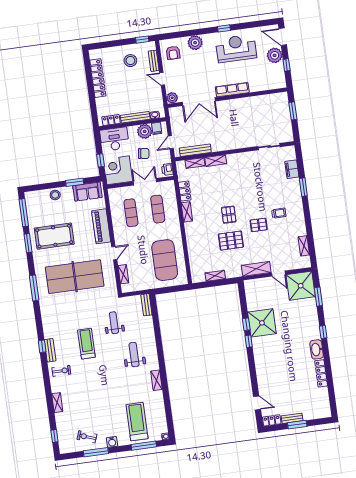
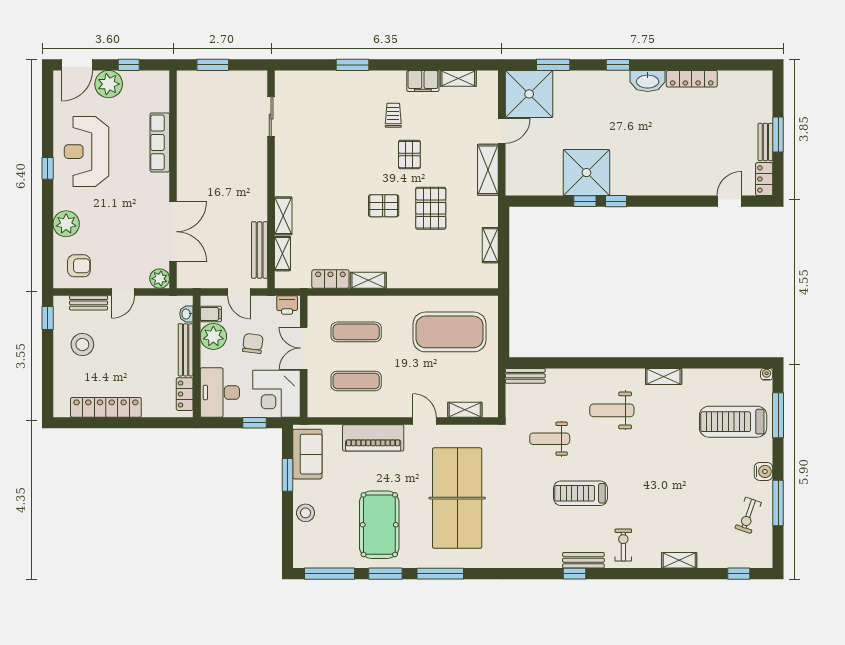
row of seats: (232, 90) -> (160, 142), moved
filing cabinet: (292, 169) -> (423, 81), moved
window: (34, 288) -> (440, 574), moved

